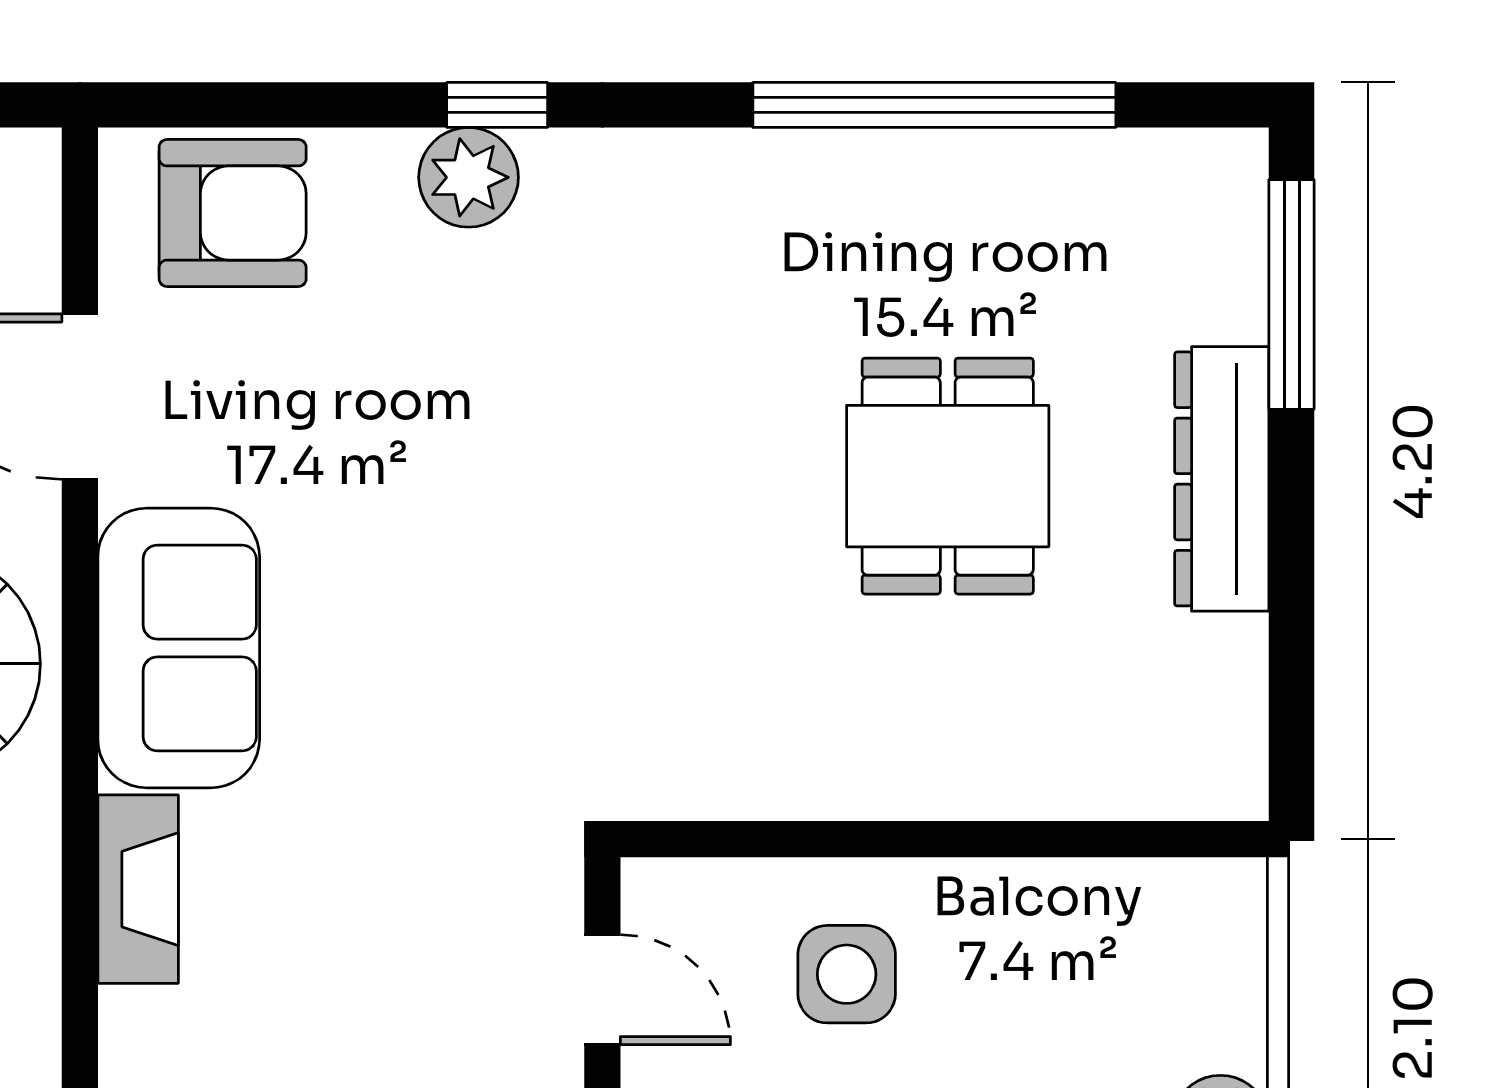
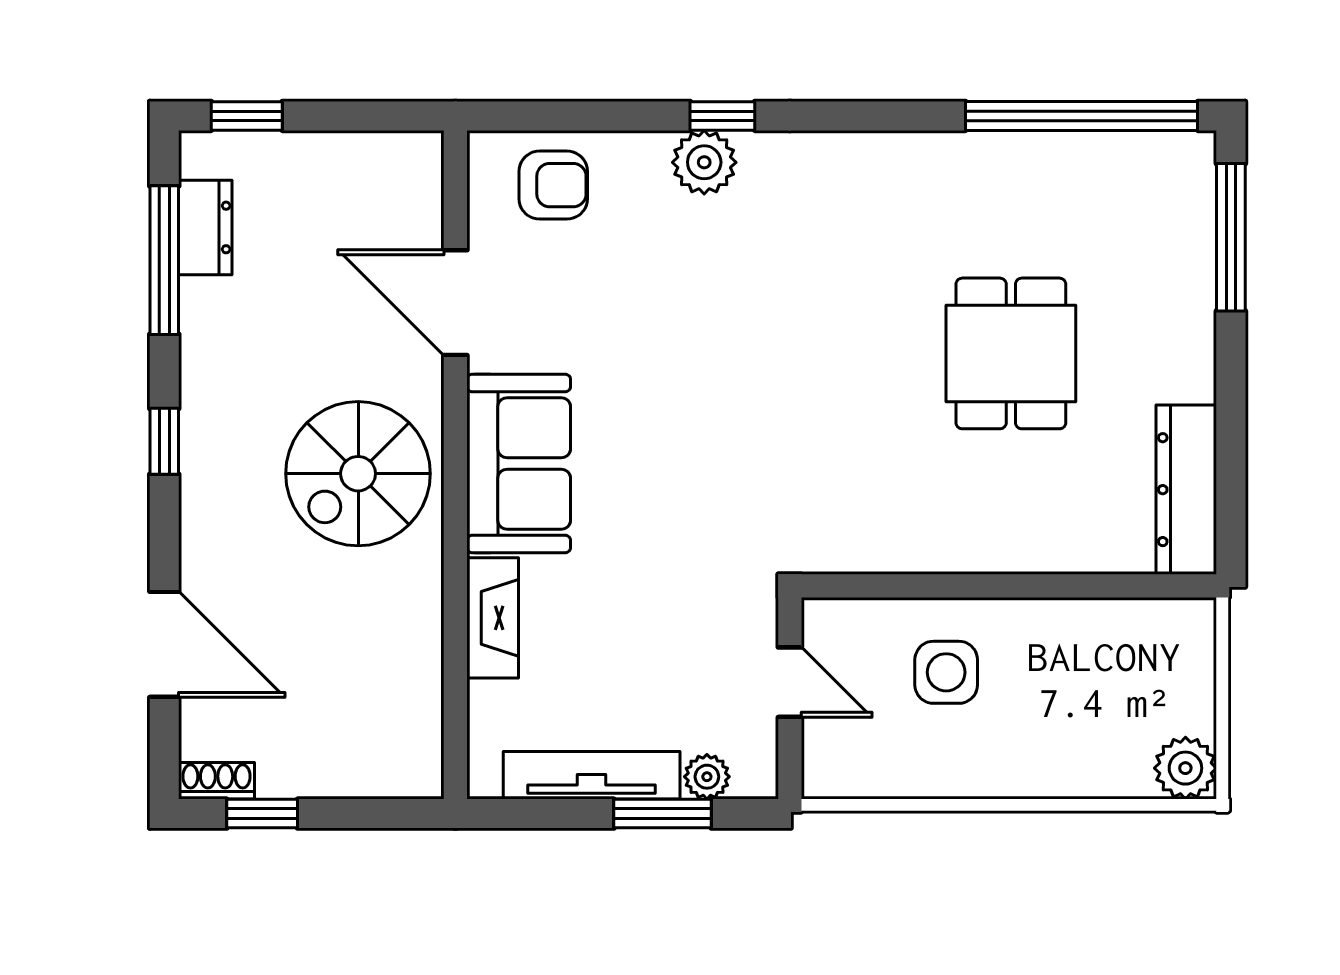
window: (934, 105) -> (1082, 116), moved
armchair: (233, 213) -> (553, 185), width x0.72, depth x0.72
dresser: (1222, 479) -> (1186, 490), moved

